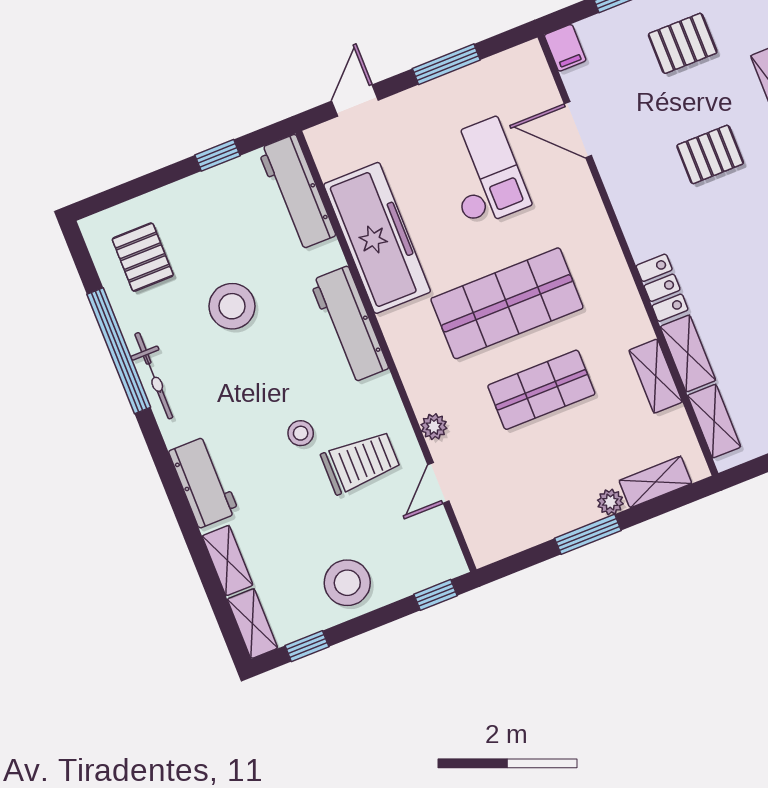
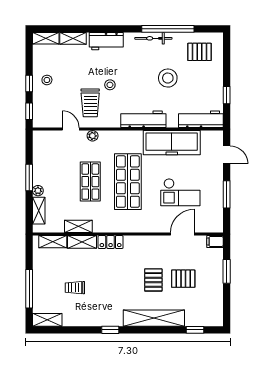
pallet: (683, 43) -> (183, 279), moved, turned 90
stool: (347, 583) -> (47, 80), width x0.53, depth x0.53
window: (307, 646) -> (29, 84), moved

